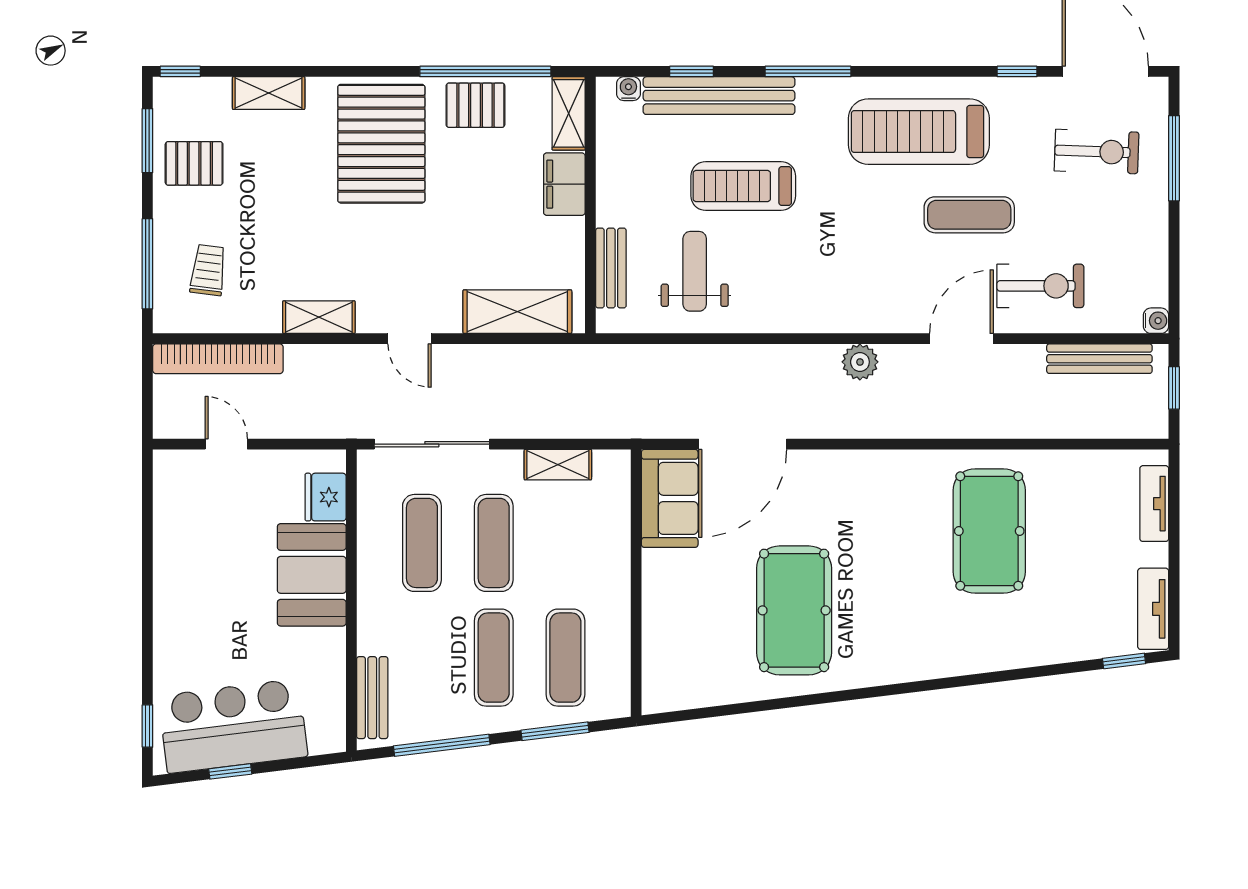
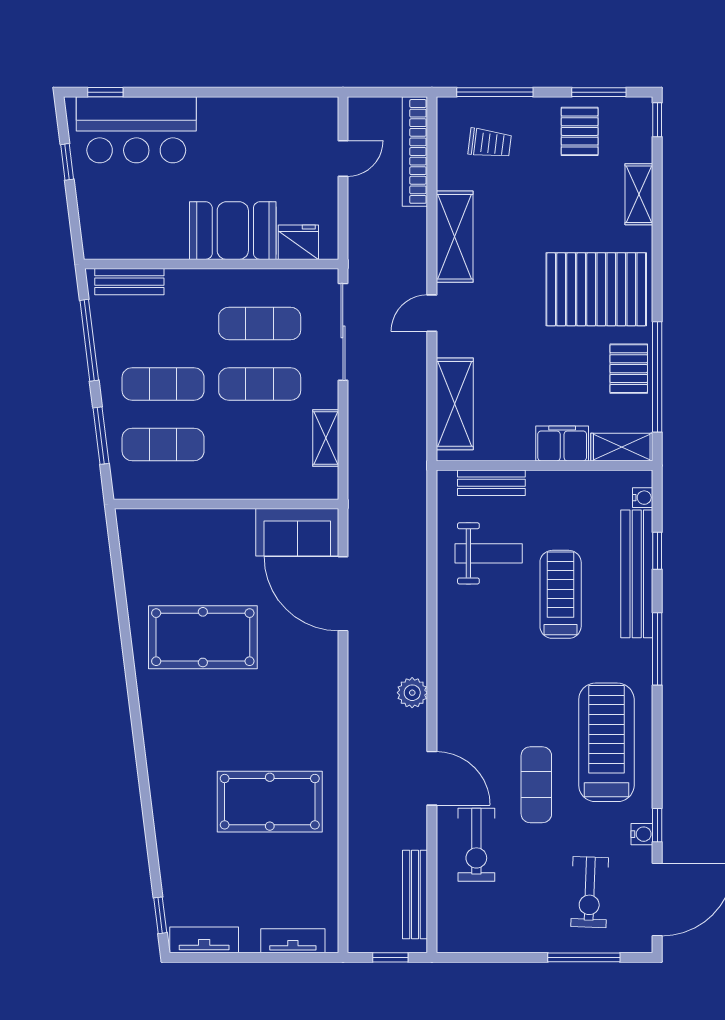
shelving: (319, 317) -> (455, 237), width x1.50, depth x1.33
water cooler: (1156, 321) -> (642, 834), moved, turned -90
bar counter: (233, 726) -> (136, 130), moved, turned 97

